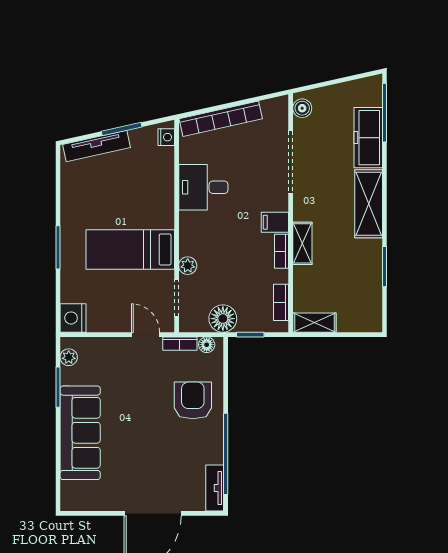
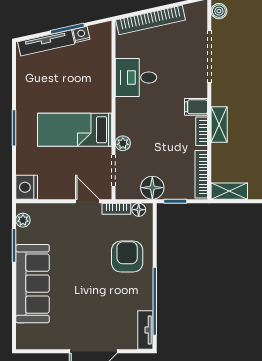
nightstand: (166, 137) -> (81, 34), moved, turned -103
bookcase: (281, 302) -> (201, 174), width x1.56

